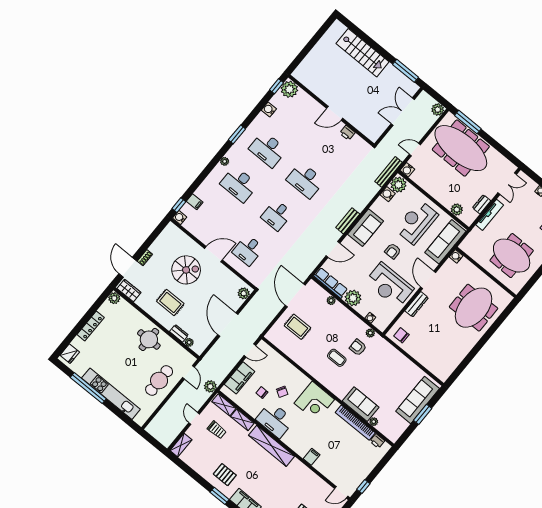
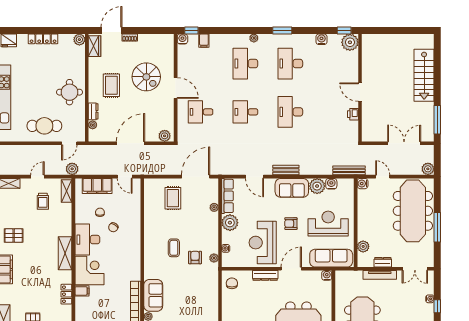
window: (468, 122) -> (437, 227), moved
plant: (398, 185) -> (317, 186), moved
corner desk: (314, 401) -> (89, 270), moved, turned 180
shelving: (242, 420) -> (67, 214), removed
shelving: (271, 446) -> (65, 253), width x0.68
locker: (304, 471) -> (66, 294), added
pallet: (225, 475) -> (14, 236), turned 90

